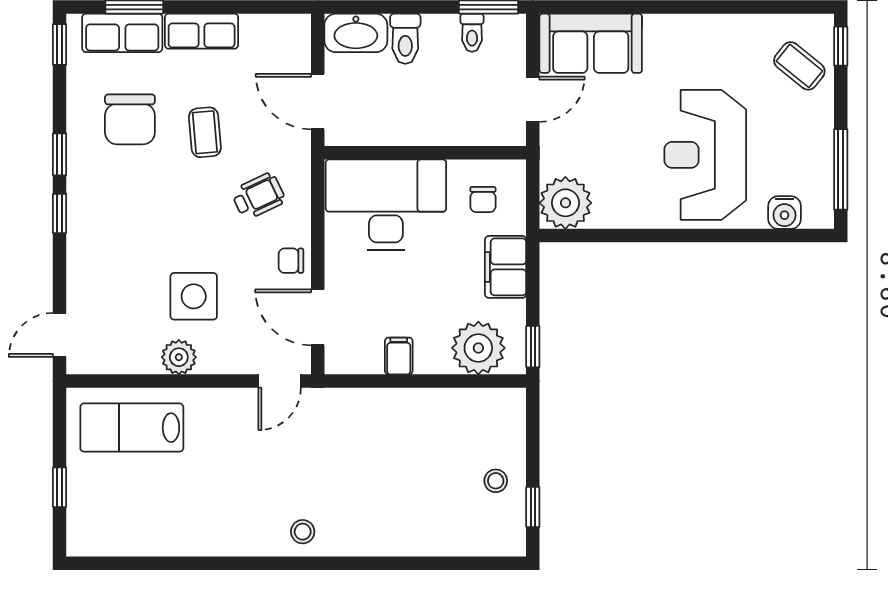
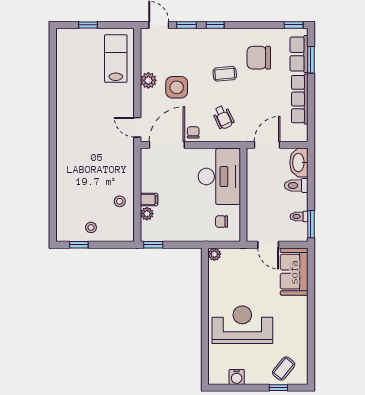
row of seats: (202, 31) -> (300, 99), width x1.48
window: (841, 46) -> (278, 388), moved
coffee table: (205, 132) -> (225, 74), moved
window: (60, 154) -> (186, 25), moved
window: (841, 169) -> (236, 388), removed
plant: (565, 203) -> (214, 254), width x0.53, depth x0.53
water cooler: (785, 213) -> (237, 377), moved, turned -90
filing cabinet: (506, 267) -> (190, 232), removed
door: (318, 317) -> (167, 145), width x1.36
plant: (478, 348) -> (147, 214), width x0.53, depth x0.53
filing cabinet: (399, 356) -> (149, 199), moved
stool: (303, 532) -> (120, 201), moved

